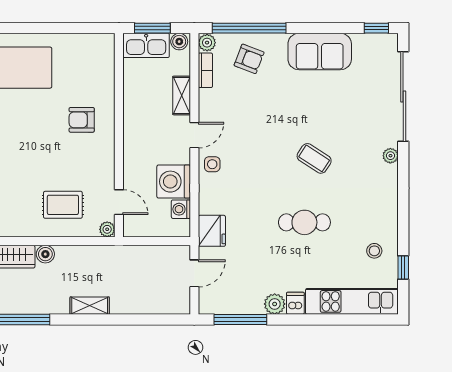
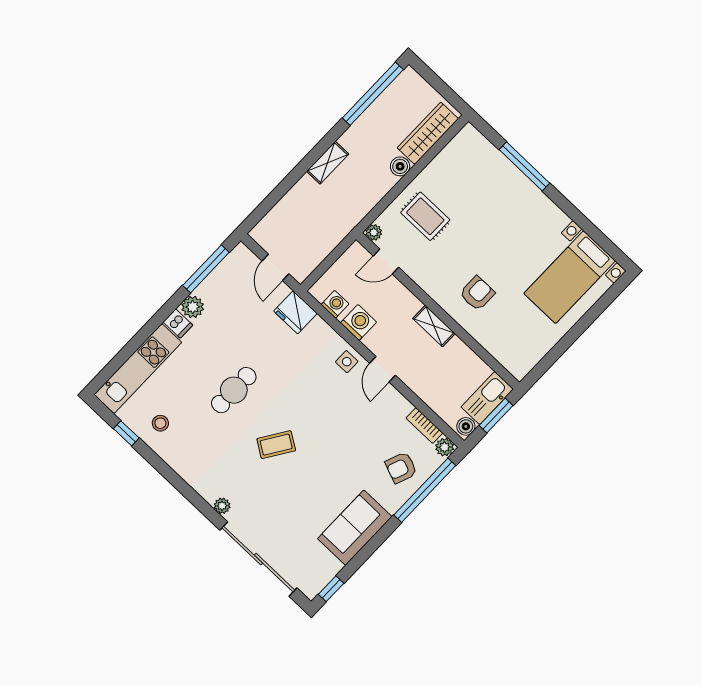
shelving: (182, 95) -> (434, 326), moved
washing machine: (174, 182) -> (358, 323), width x0.73, depth x0.73
rug: (63, 205) -> (425, 216), turned 90

